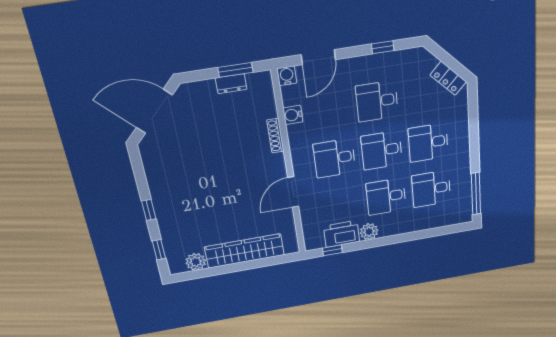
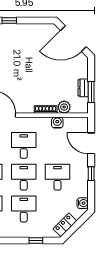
window: (383, 47) -> (91, 174), moved
water cooler: (287, 76) -> (83, 203), moved
plant: (267, 108) -> (64, 107), added
door: (154, 111) -> (73, 39), swing flipped
window: (473, 118) -> (36, 241), added

